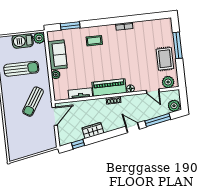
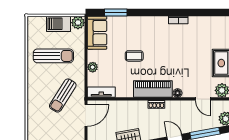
coffee table: (94, 41) -> (134, 56), moved
sofa: (57, 55) -> (97, 33), moved
tv unit: (80, 93) -> (101, 92), moved

